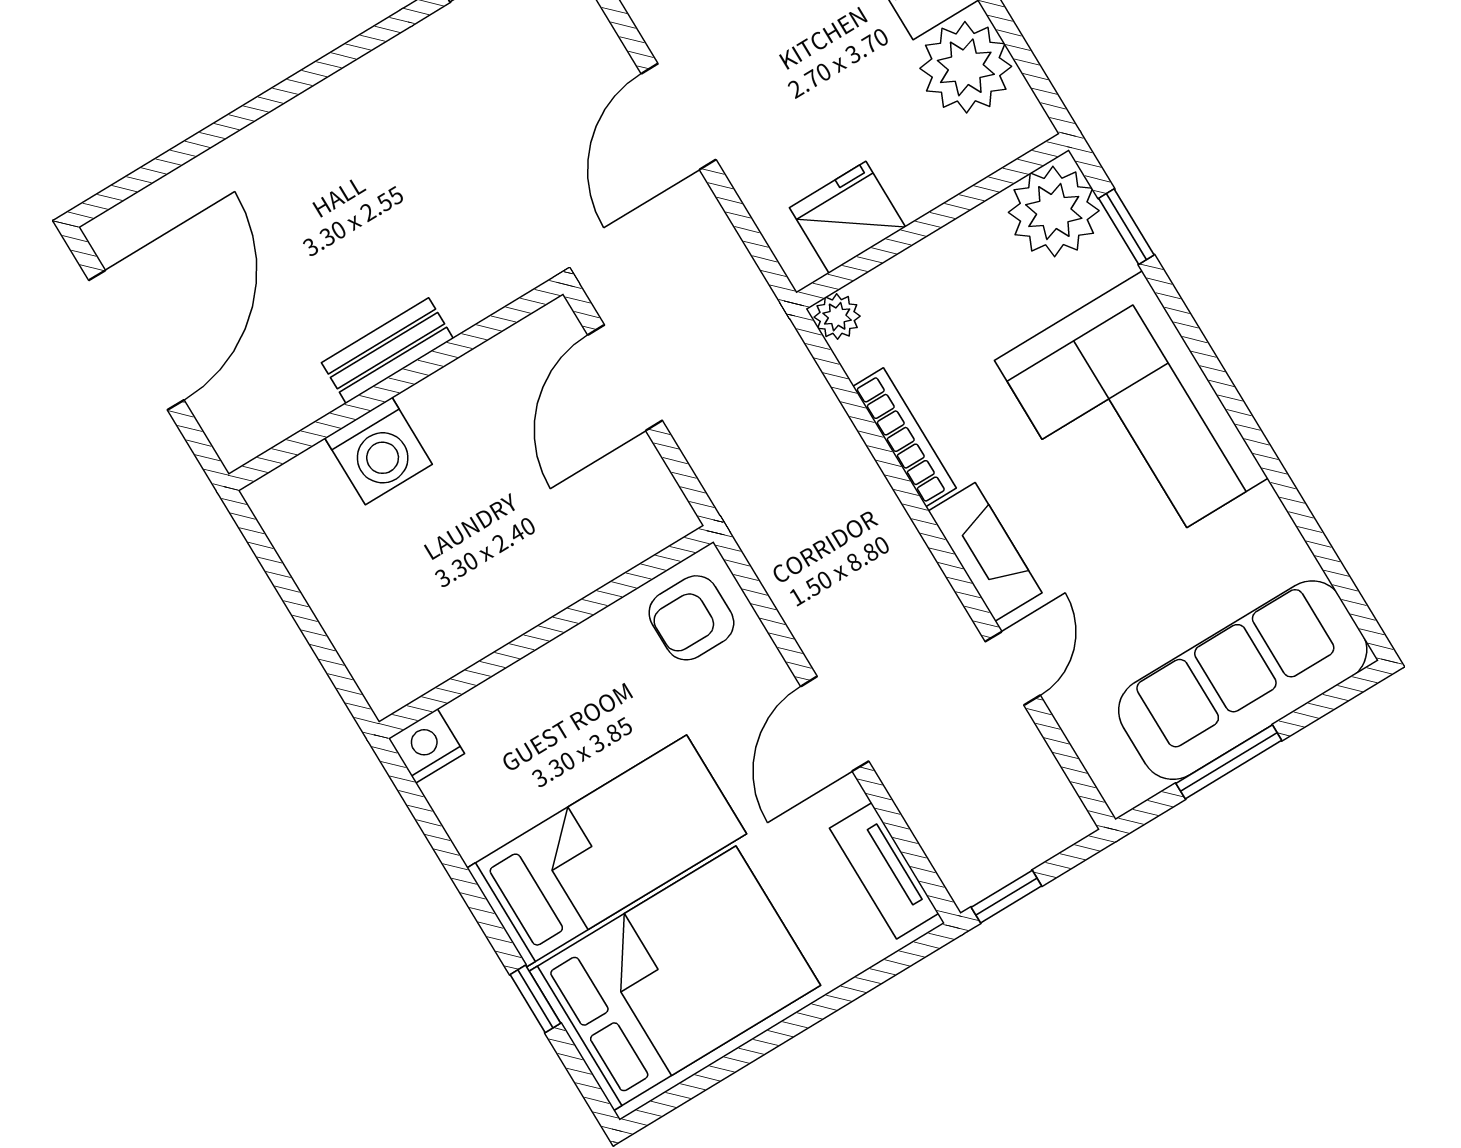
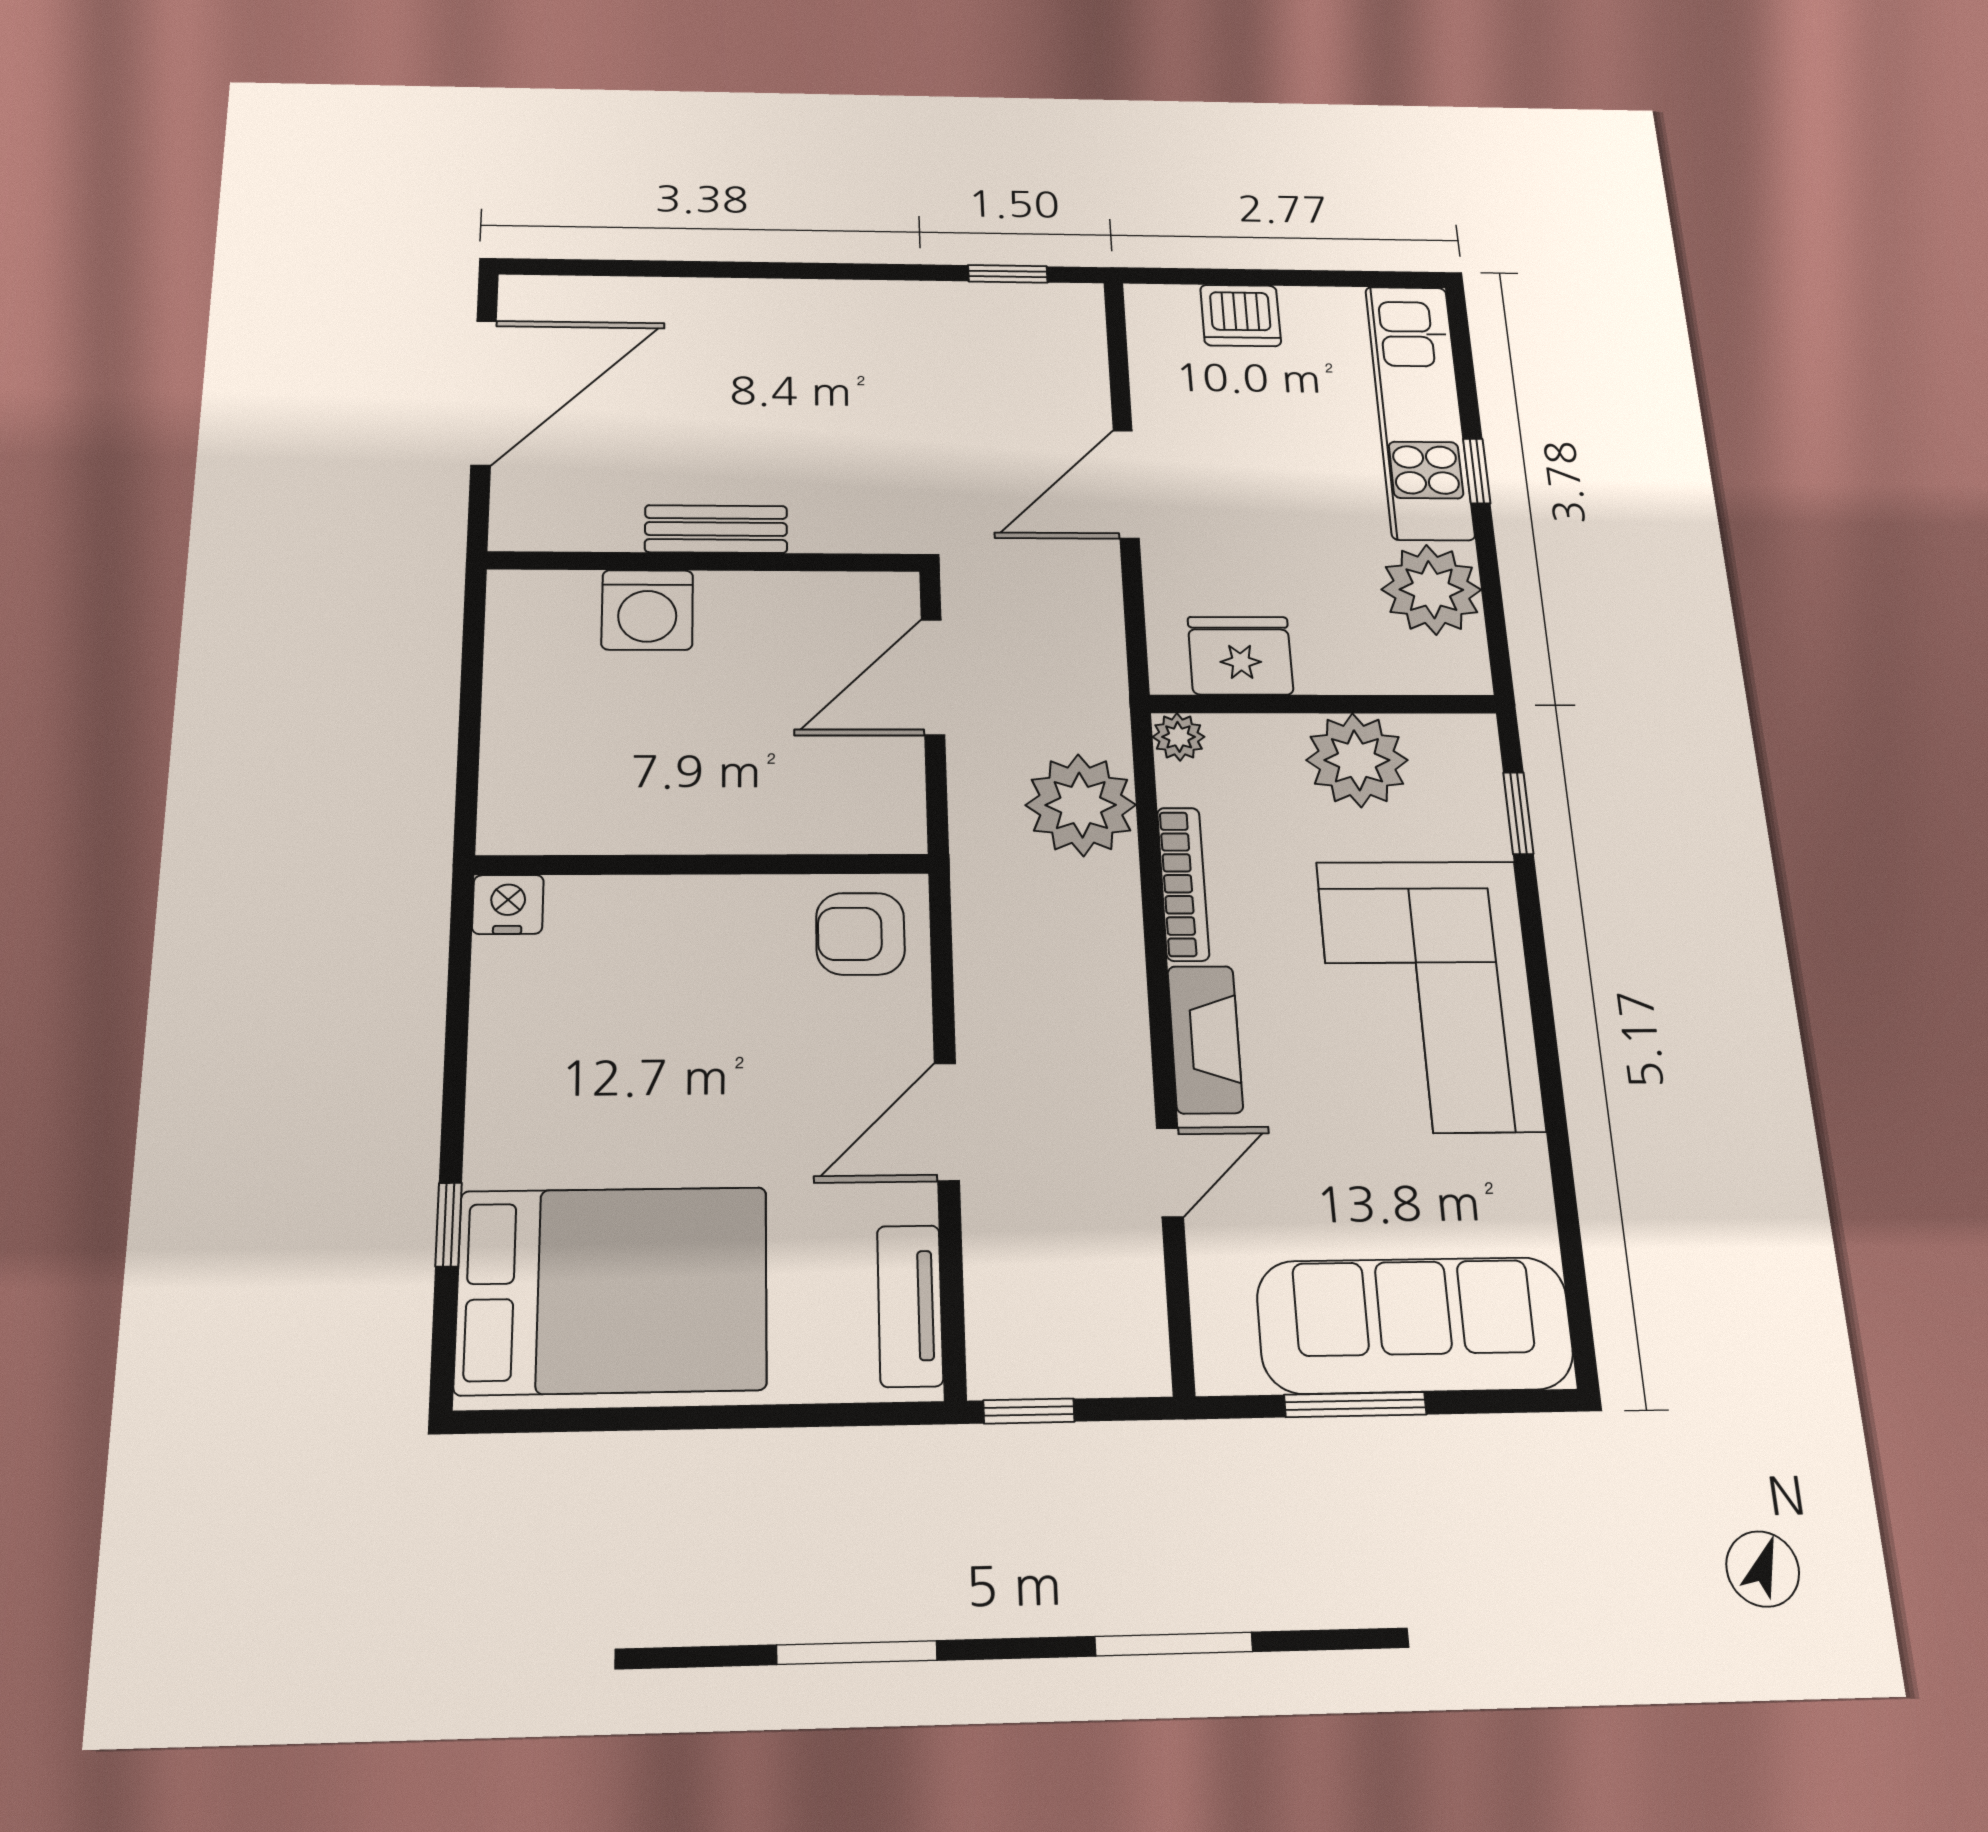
plant: (1054, 212) -> (1357, 760), moved
plant: (794, 418) -> (1081, 805), added
bed: (607, 851) -> (625, 1114), removed

